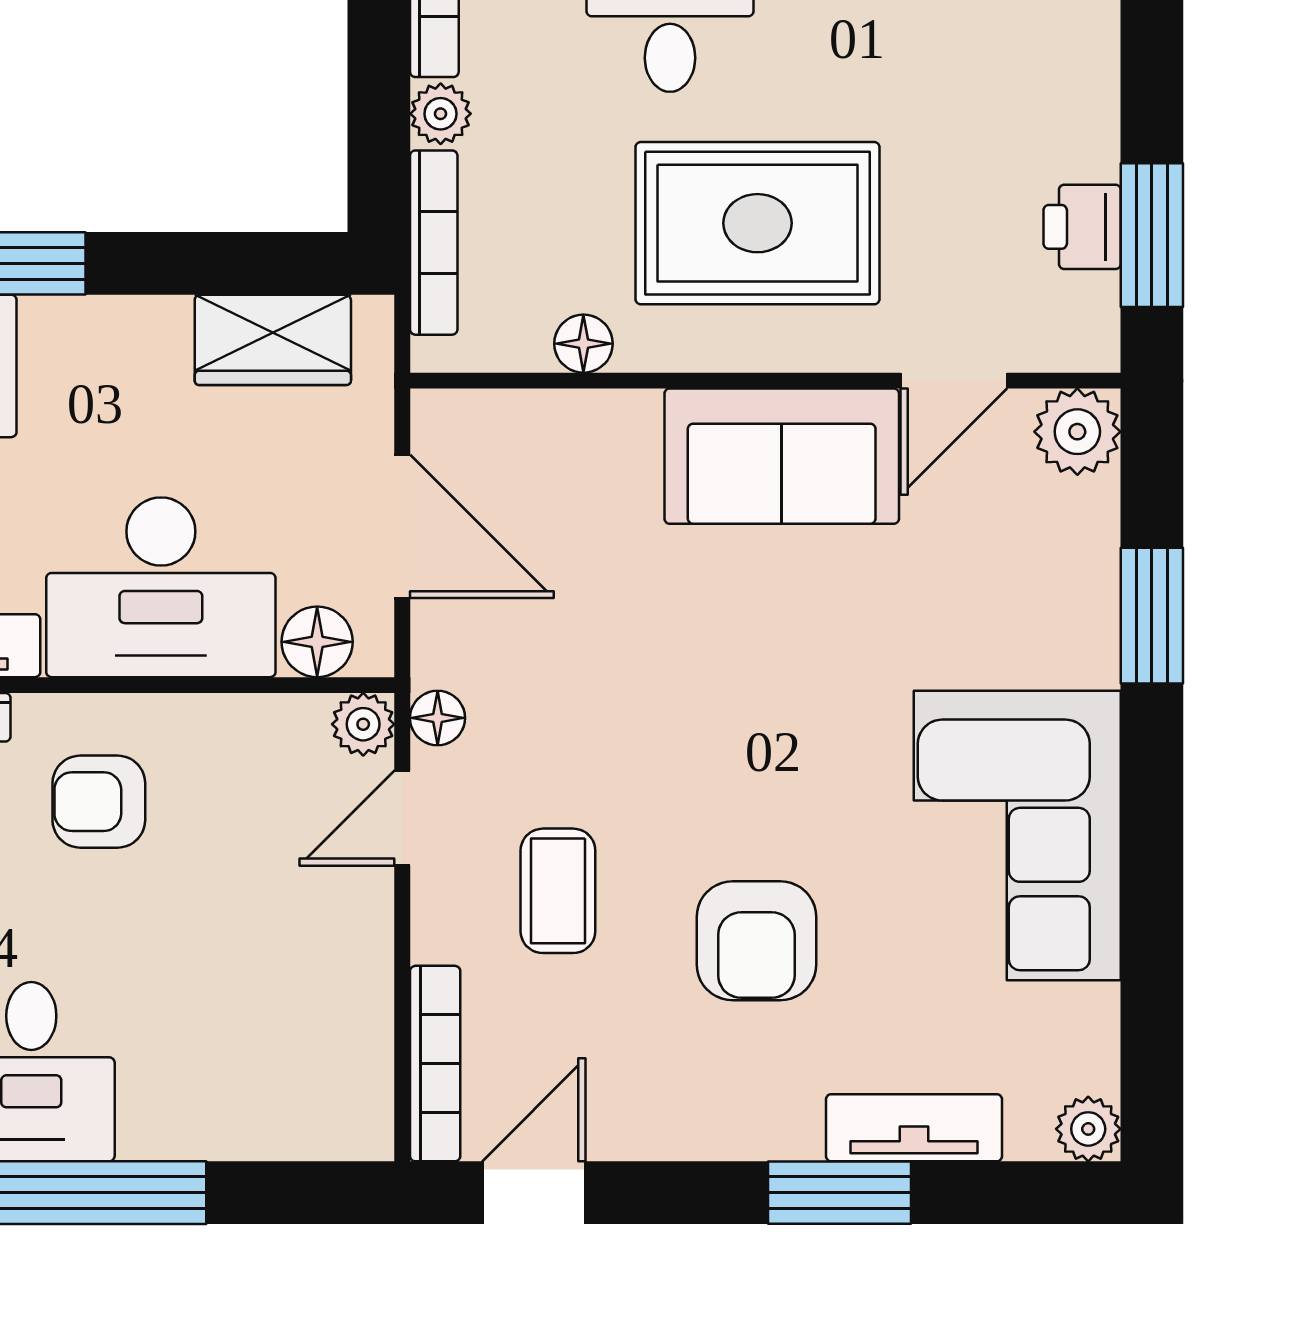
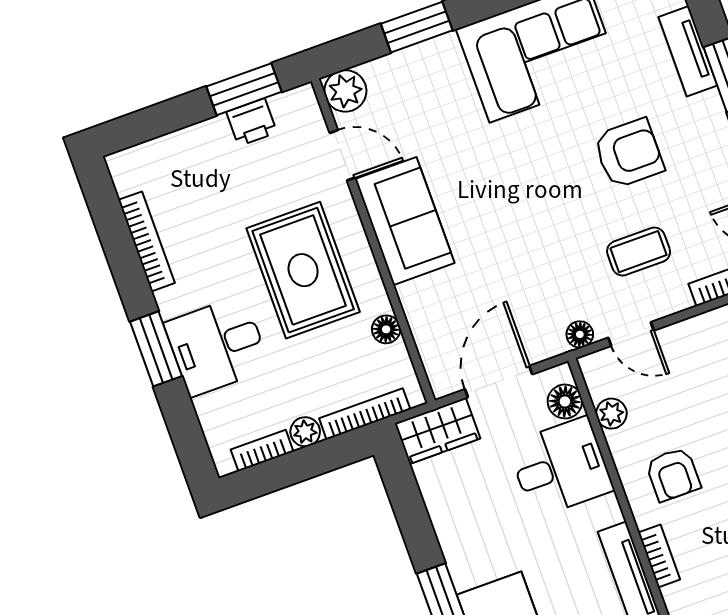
wardrobe: (273, 340) -> (438, 431), moved, turned 90
desk: (161, 587) -> (561, 467), width x0.73
plant: (363, 724) -> (611, 414), moved

